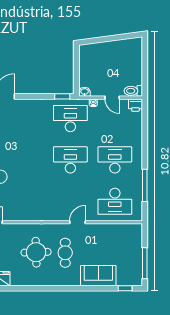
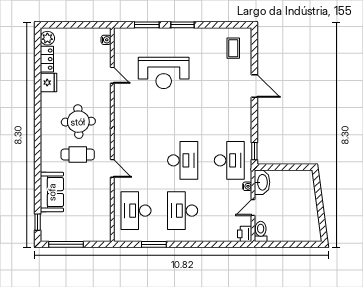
washbasin: (85, 92) -> (262, 182), width x1.91, depth x1.45
desk: (115, 160) -> (183, 211), turned 180
window: (145, 185) -> (154, 244), width x0.69

